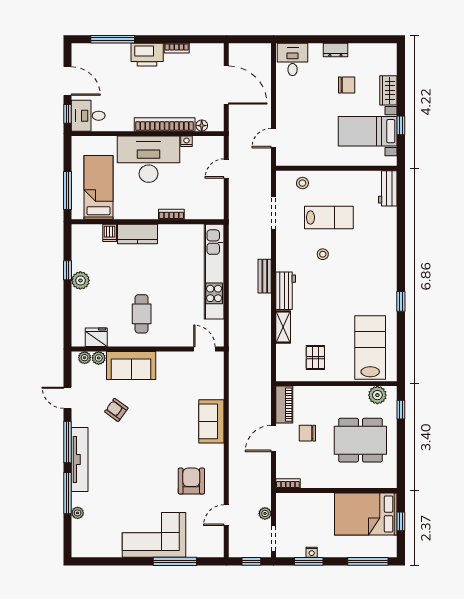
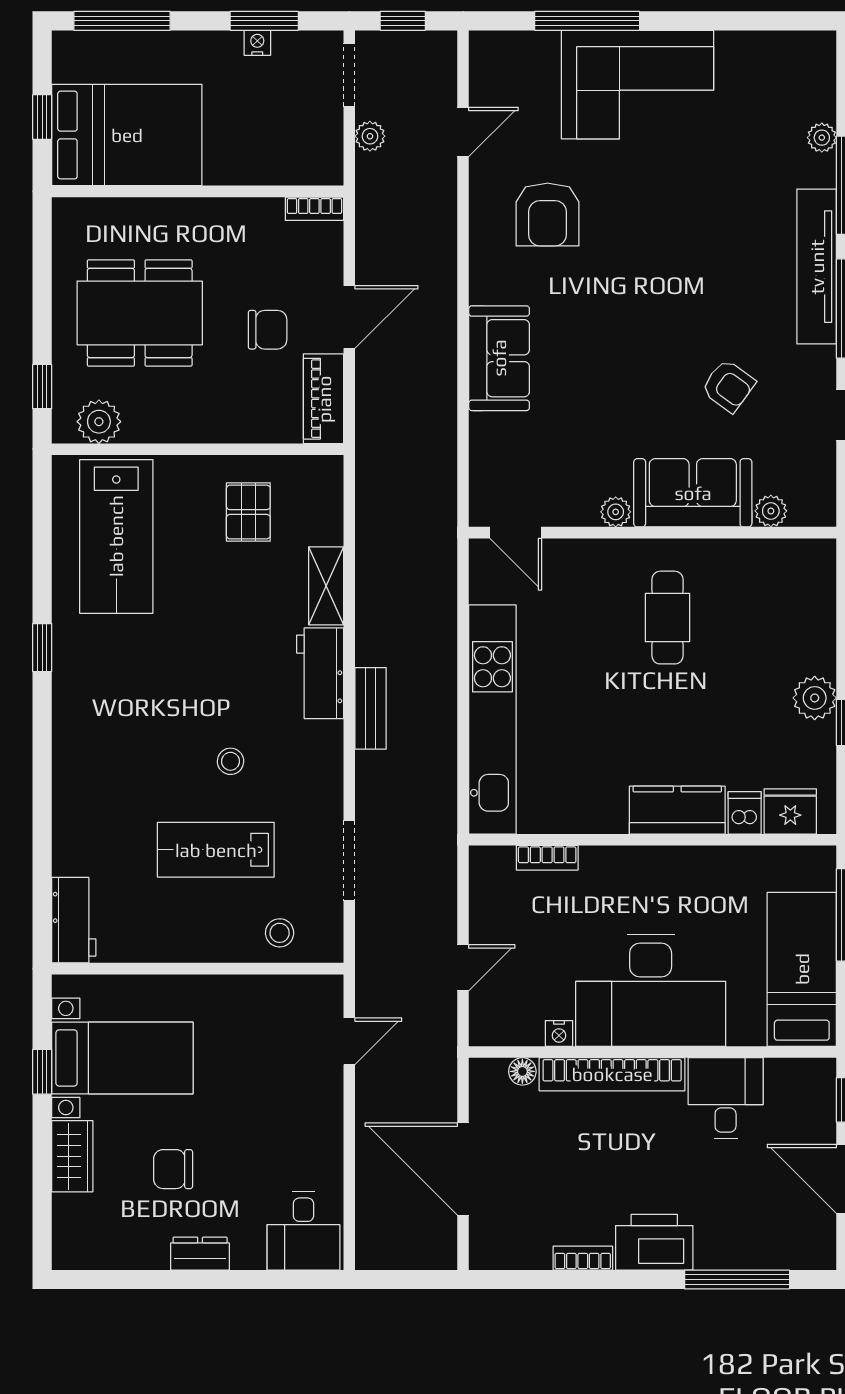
desk: (88, 116) -> (726, 1098), moved, turned -90
bed: (99, 187) -> (802, 969), moved, turned 180
bookcase: (171, 214) -> (547, 858), moved
fridge: (96, 337) -> (790, 811), moved, turned 180
plant: (85, 358) -> (616, 512), moved

